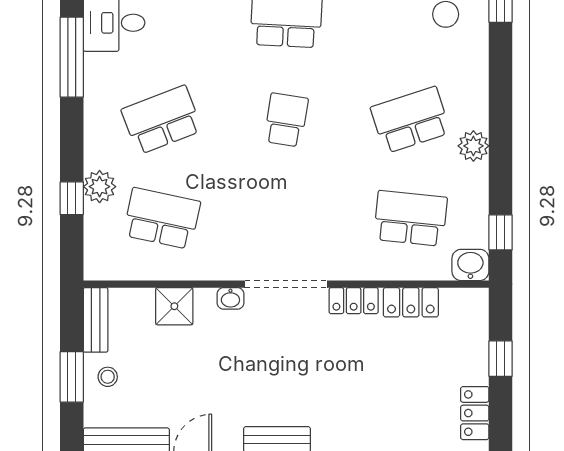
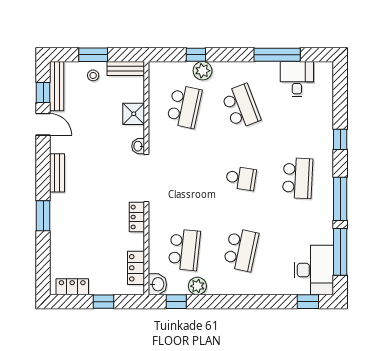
school desk: (410, 120) -> (241, 250), turned 30
plant: (473, 146) -> (197, 286), moved
locker: (411, 302) -> (136, 268), moved

